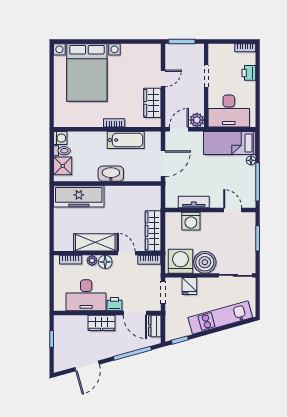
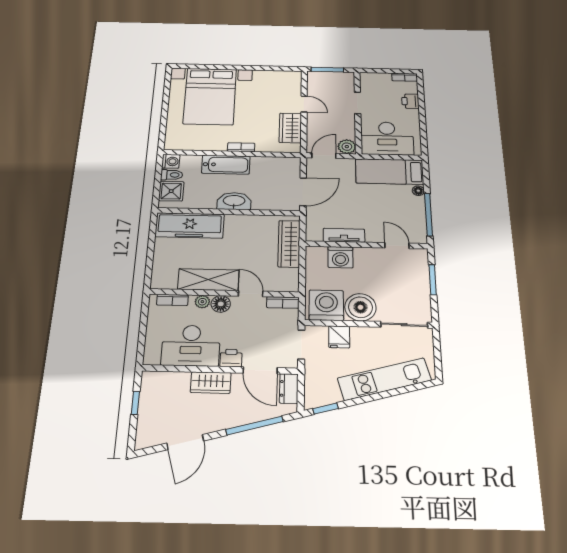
door: (163, 78) -> (304, 104), hinge flipped
bathtub: (126, 140) -> (226, 165), moved
wardrobe: (153, 231) -> (289, 244), moved

